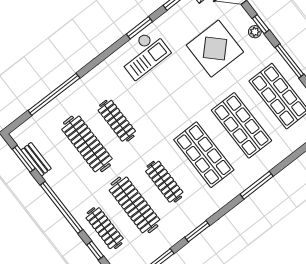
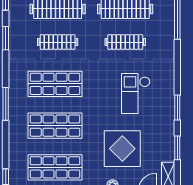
checkout: (144, 54) -> (136, 93), moved

